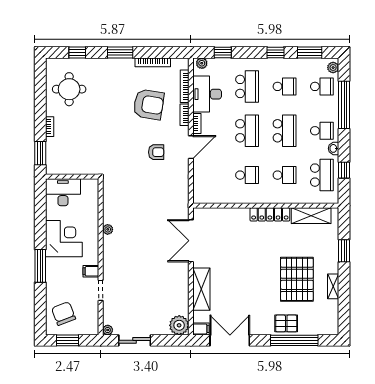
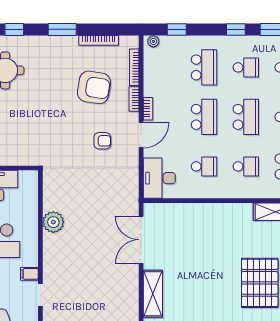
desk: (207, 94) -> (159, 178), moved
locker: (270, 214) -> (230, 210), removed
plant: (108, 229) -> (53, 222), width x1.87, depth x1.87

